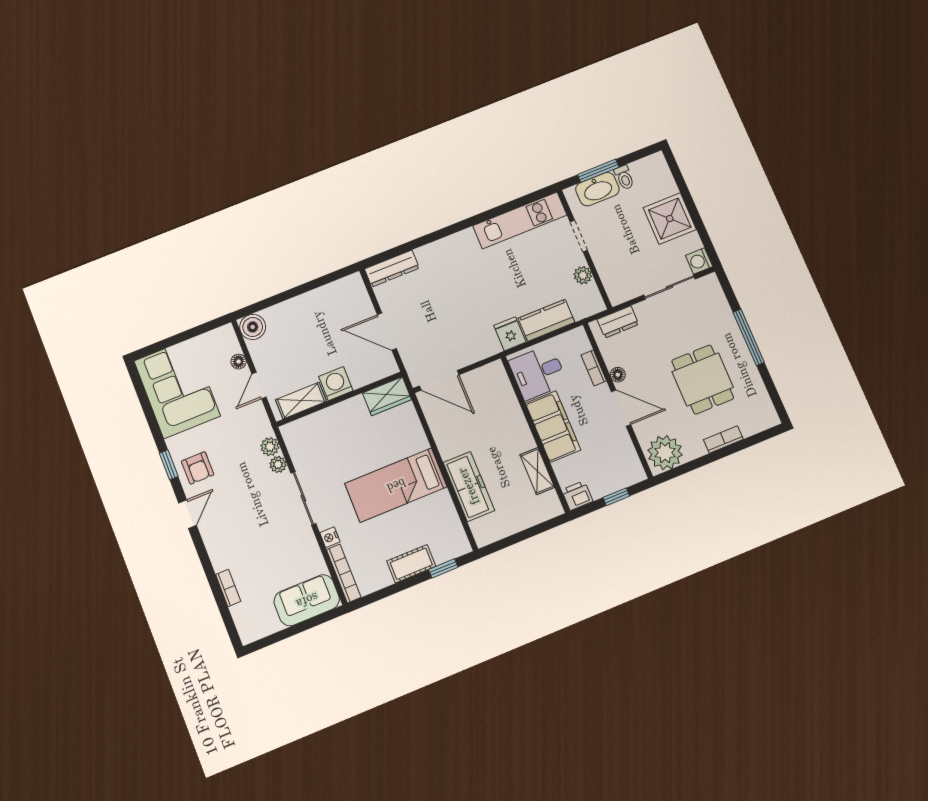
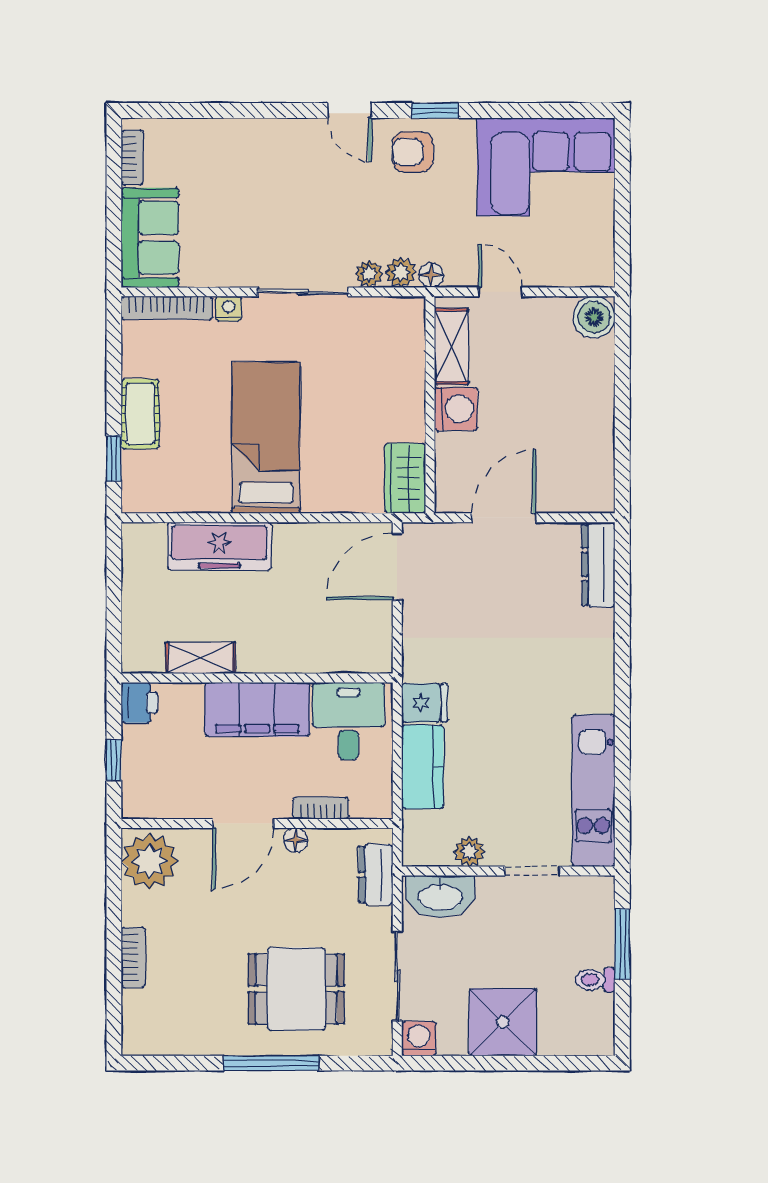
washbasin: (597, 189) -> (440, 896), moved, turned -90
floor lamp: (239, 362) -> (431, 275), moved
dining table: (703, 379) -> (296, 989), moved
bookcase: (228, 588) -> (132, 157), moved, turned -90

